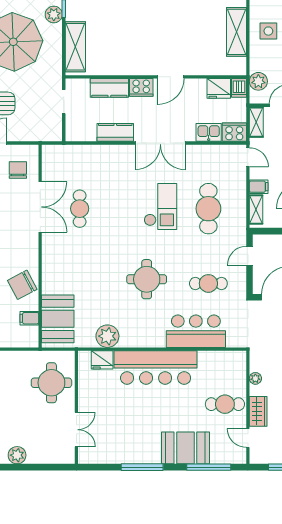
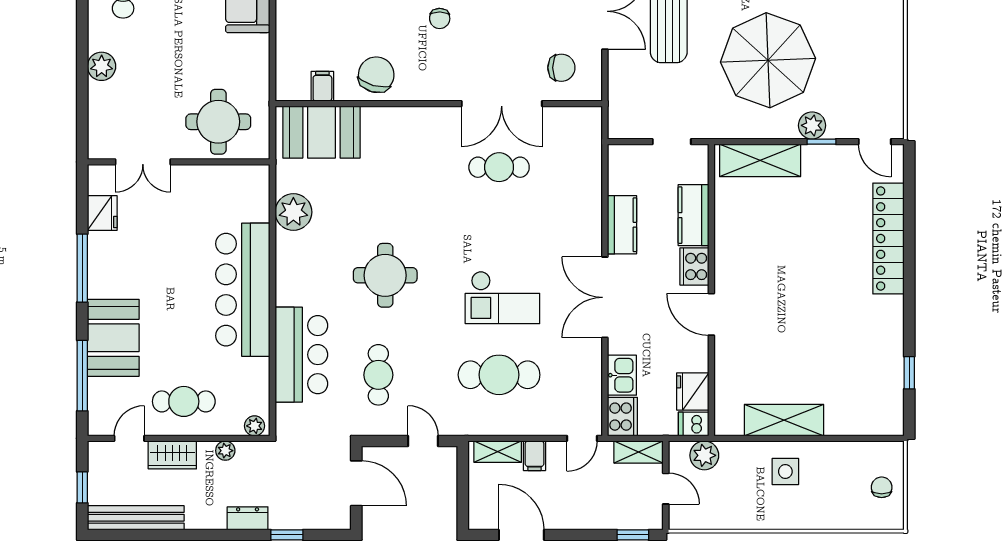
chair: (22, 285) -> (376, 75), turned 44
fridge: (102, 360) -> (102, 213), moved, turned 180
plant: (240, 360) -> (255, 426), added
cafe table: (225, 404) -> (184, 401), turned 90

